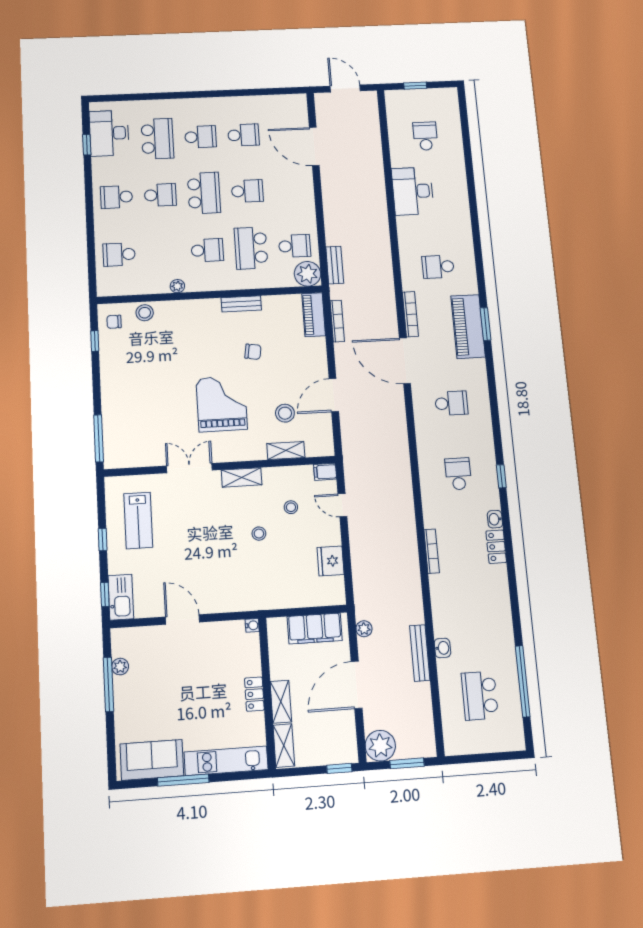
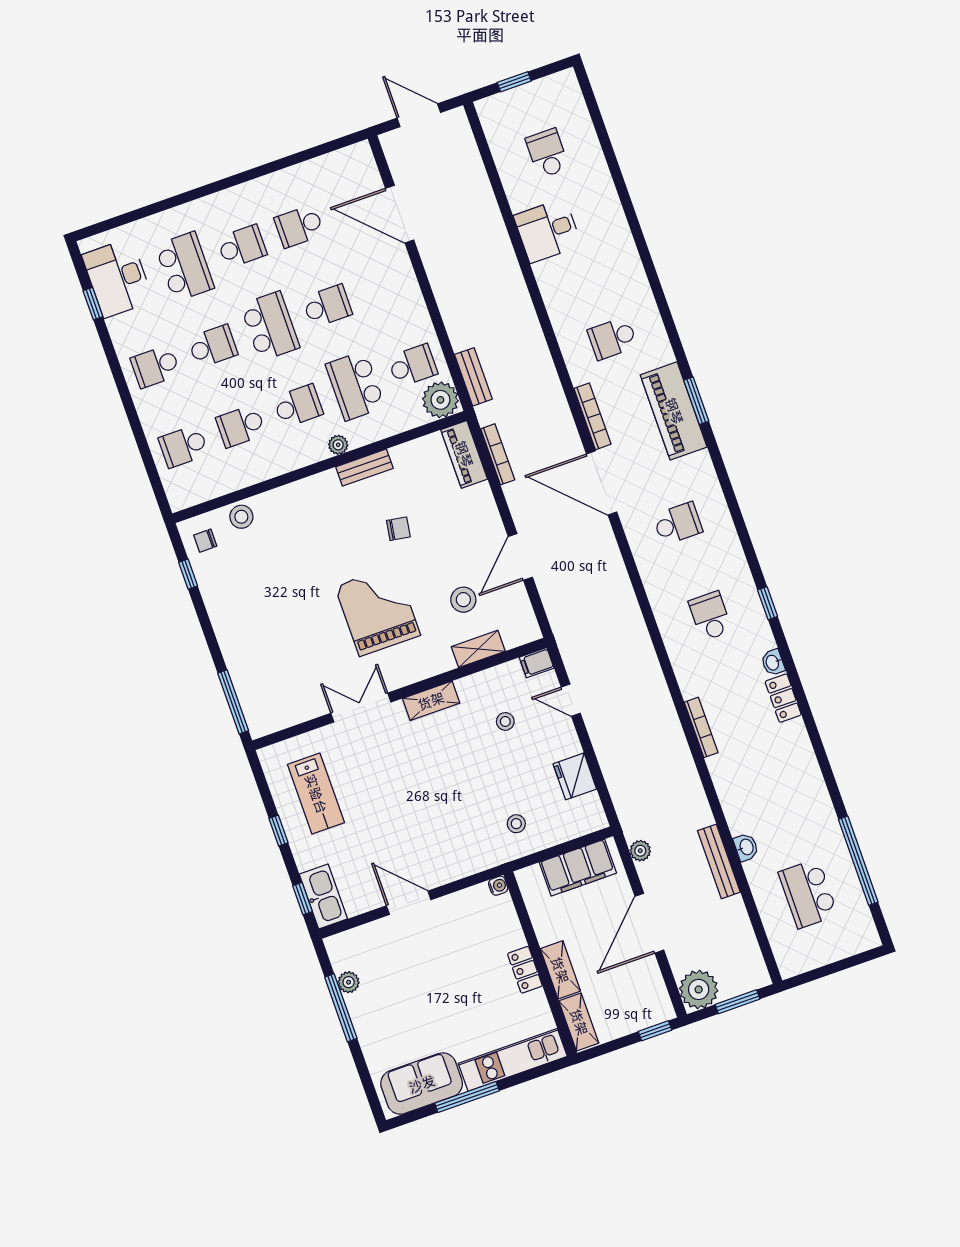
school desk: (244, 135) -> (299, 226), turned 180
desk: (413, 191) -> (548, 231), width x0.73
school desk: (163, 252) -> (241, 426), added
plant: (177, 286) -> (338, 445), moved
stool: (259, 534) -> (516, 824), moved

